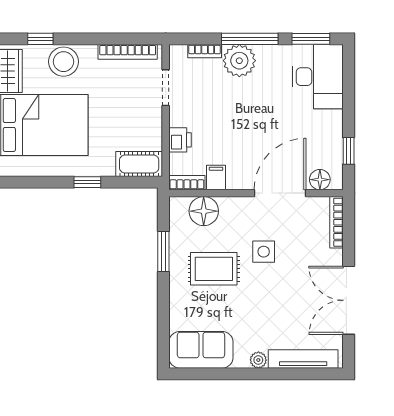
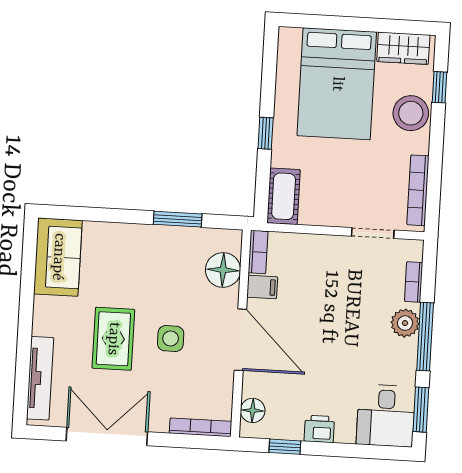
plant: (239, 61) -> (405, 323), width x0.73, depth x0.73
desk: (318, 77) -> (386, 416), width x0.73
printer: (180, 140) -> (319, 429), moved, turned 180
door: (280, 193) -> (240, 340), moved
rug: (214, 269) -> (113, 339), moved
plant: (258, 360) -> (42, 325), removed

